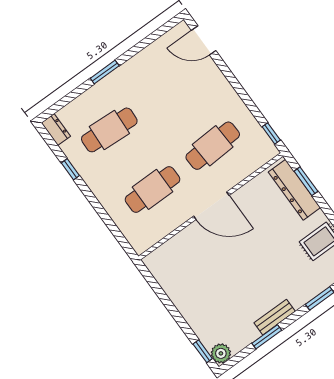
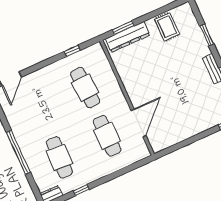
window: (105, 72) -> (18, 152), width x2.11
window: (271, 133) -> (72, 51), moved
door: (211, 206) -> (138, 123), moved

